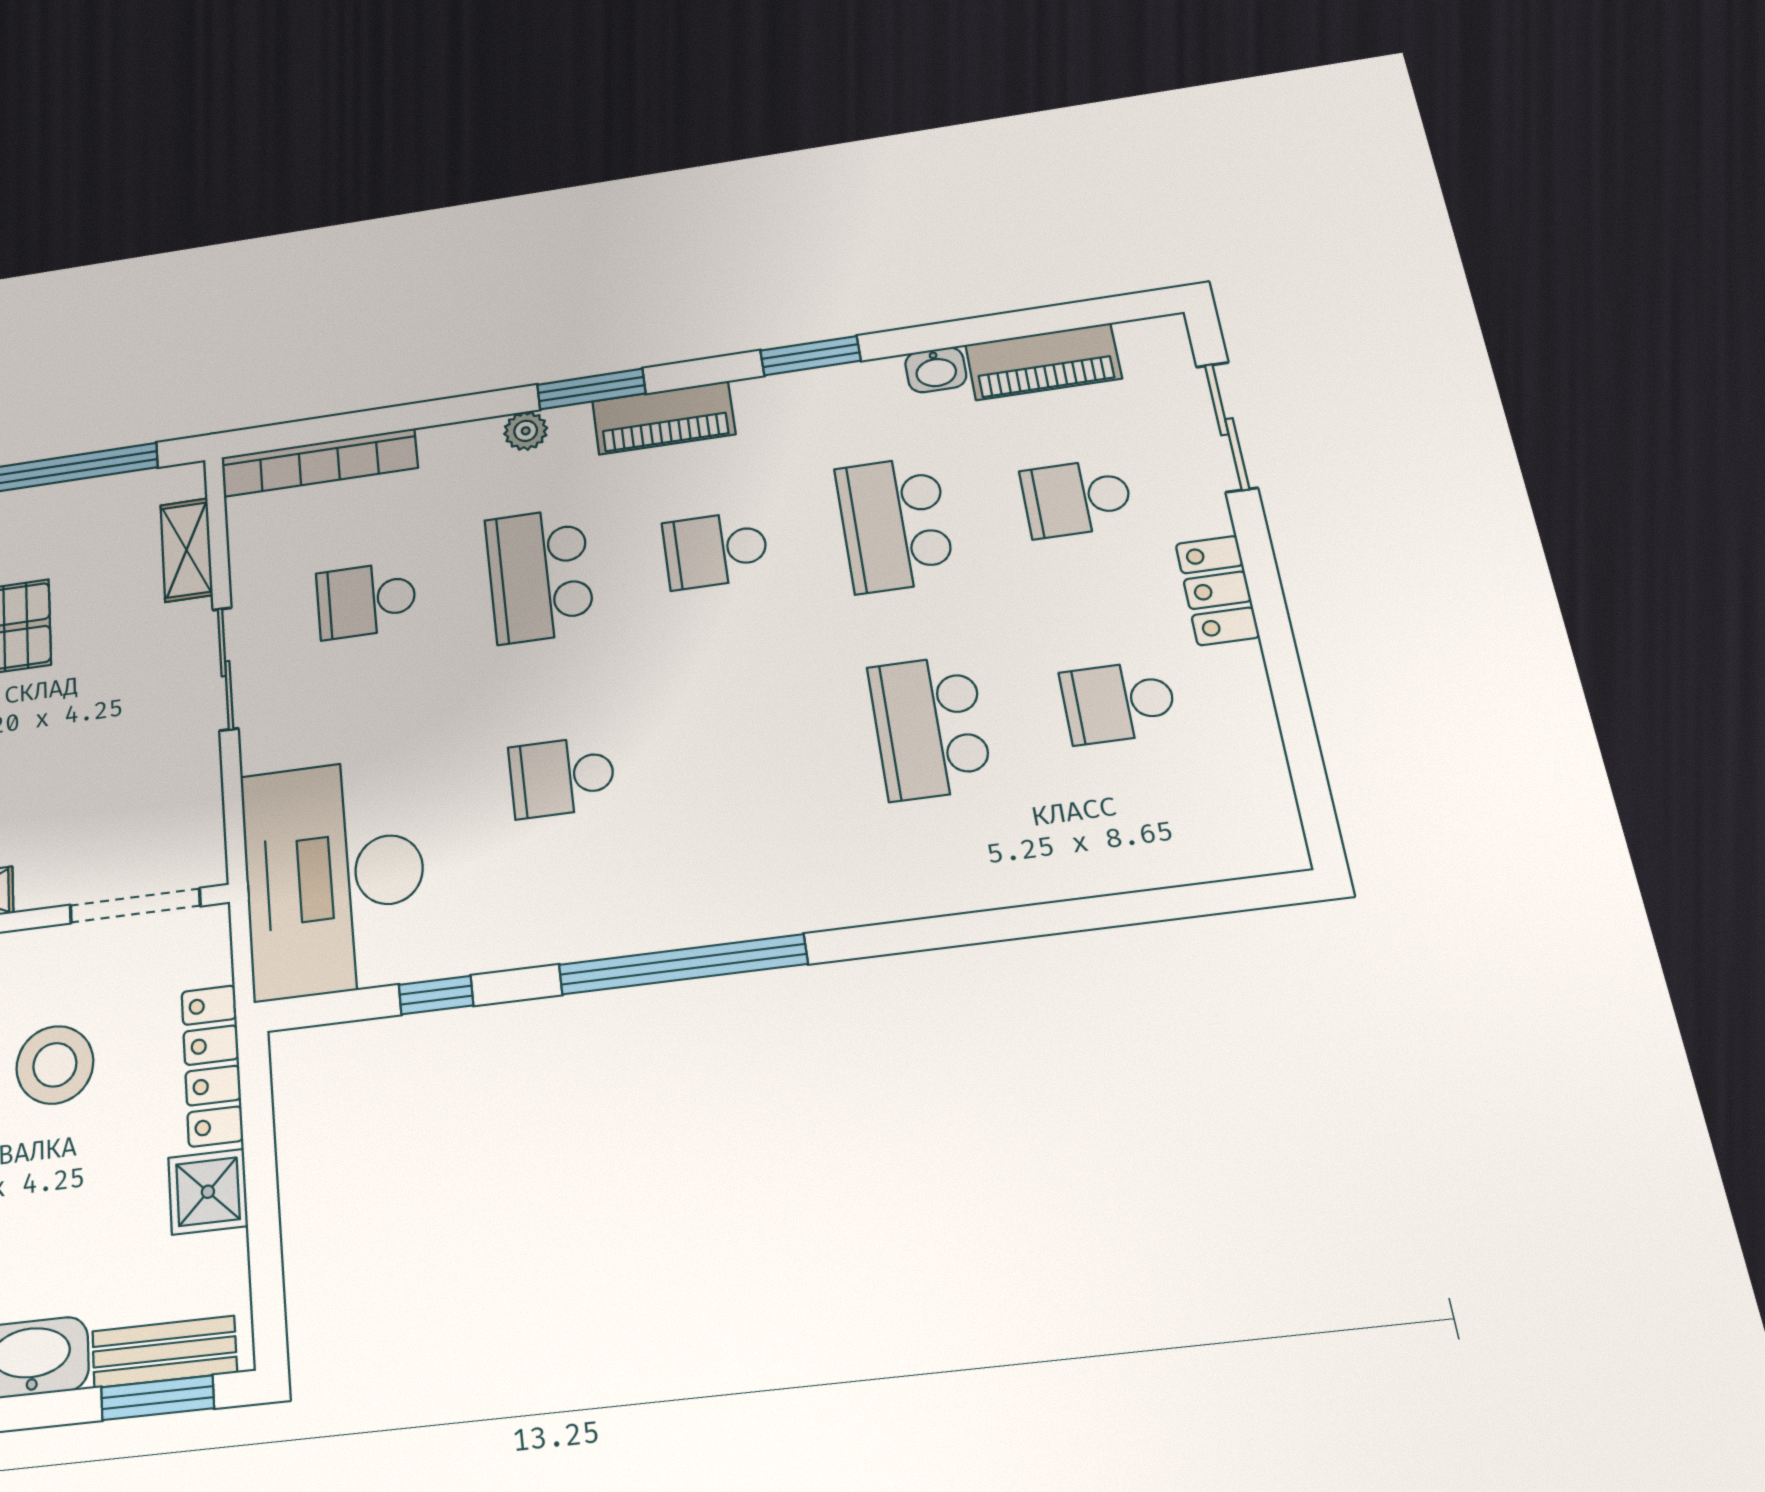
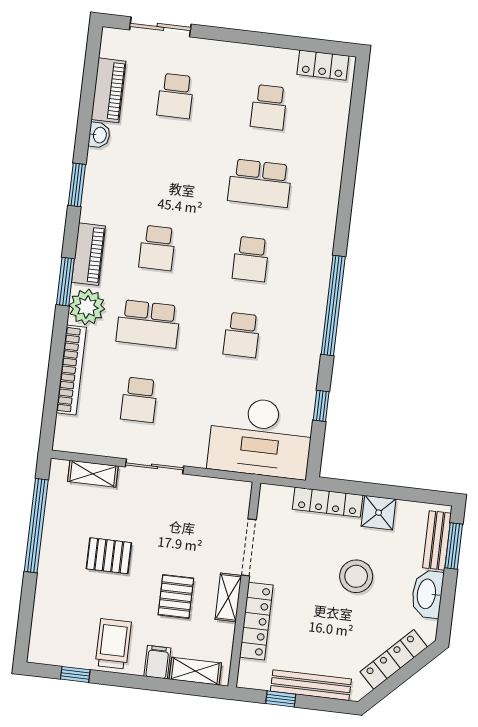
plant: (526, 431) -> (87, 307), width x1.87, depth x1.87
bookcase: (319, 463) -> (71, 370), moved
school desk: (895, 524) -> (251, 259), moved, width x0.54
locker: (1217, 590) -> (323, 65), moved
doorway: (135, 906) -> (249, 547), moved
stool: (55, 1065) -> (356, 576), moved

